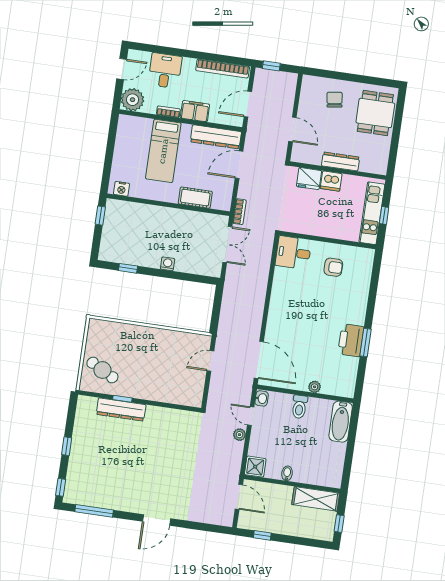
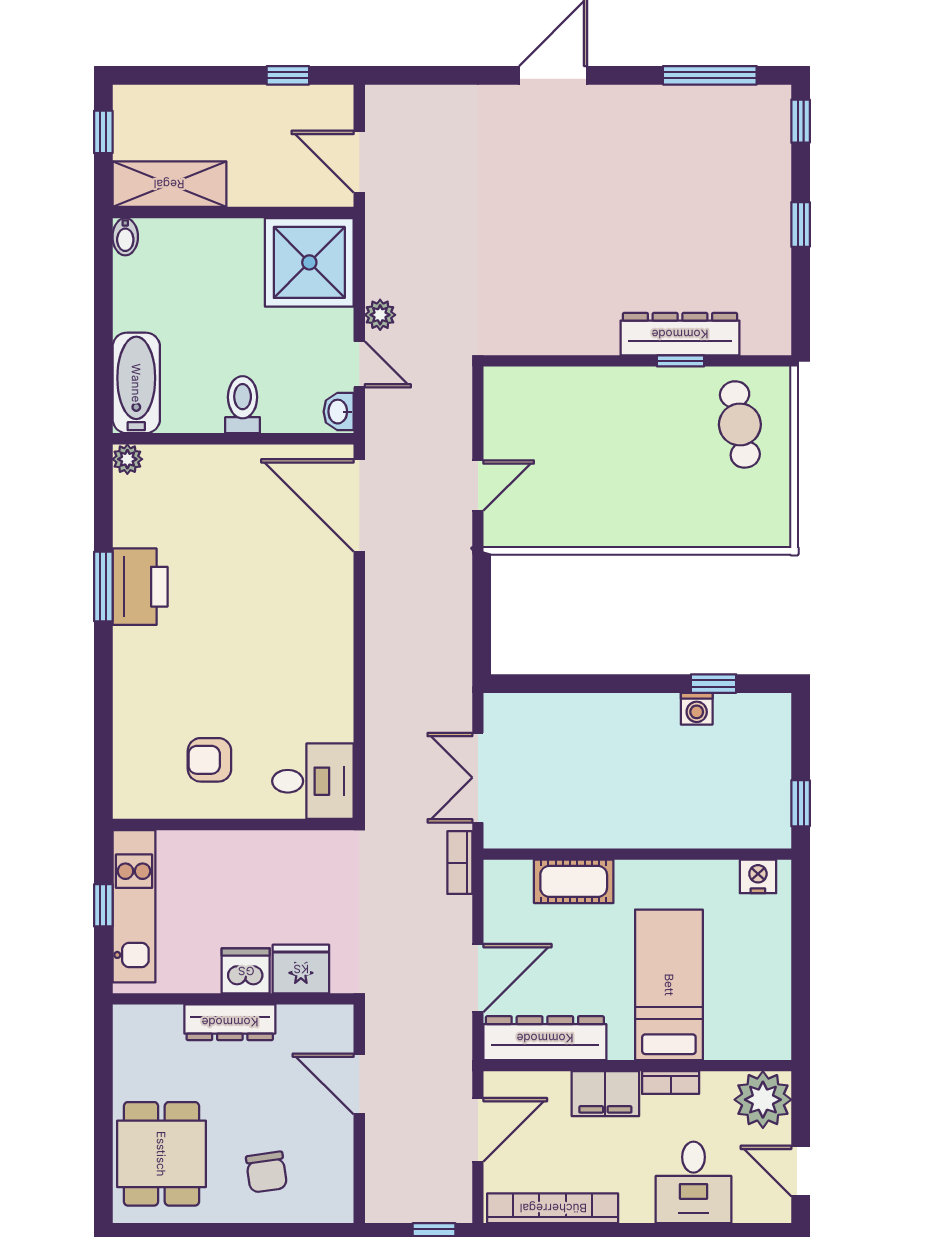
door: (122, 69) -> (801, 1171), hinge flipped
washing machine: (168, 264) -> (697, 709), moved
cafe table: (102, 370) -> (740, 424), turned 52
plant: (315, 387) -> (127, 459), moved
shower: (255, 467) -> (309, 262), width x1.86, depth x1.86
bidet: (287, 473) -> (125, 237), moved

